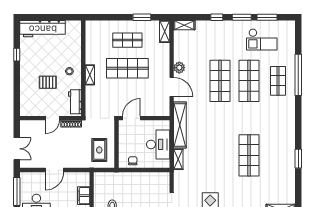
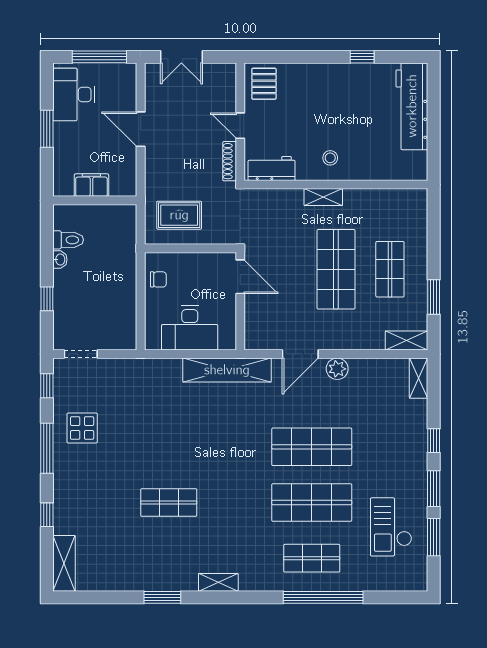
pallet: (48, 82) -> (264, 84), moved
shop shelf: (249, 155) -> (169, 502), width x0.70, depth x0.74
shelving: (178, 159) -> (218, 582), moved

